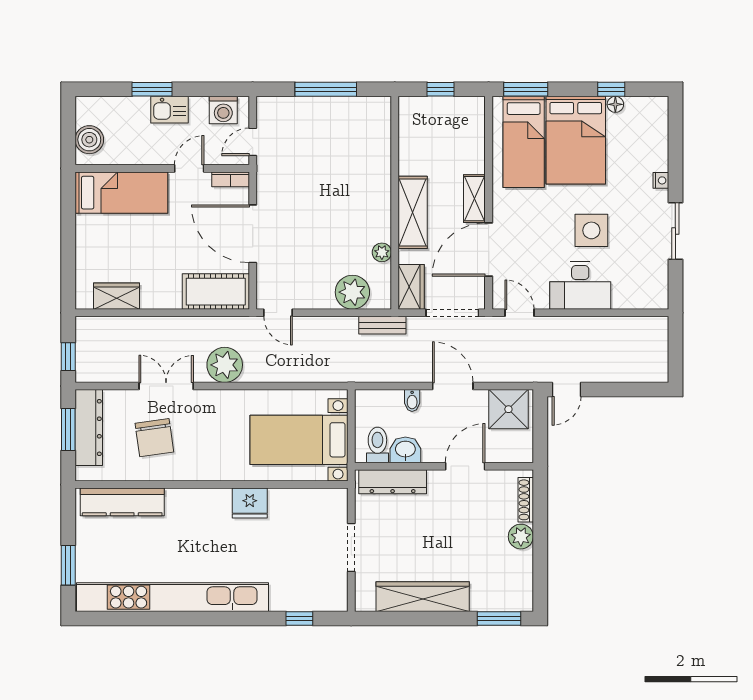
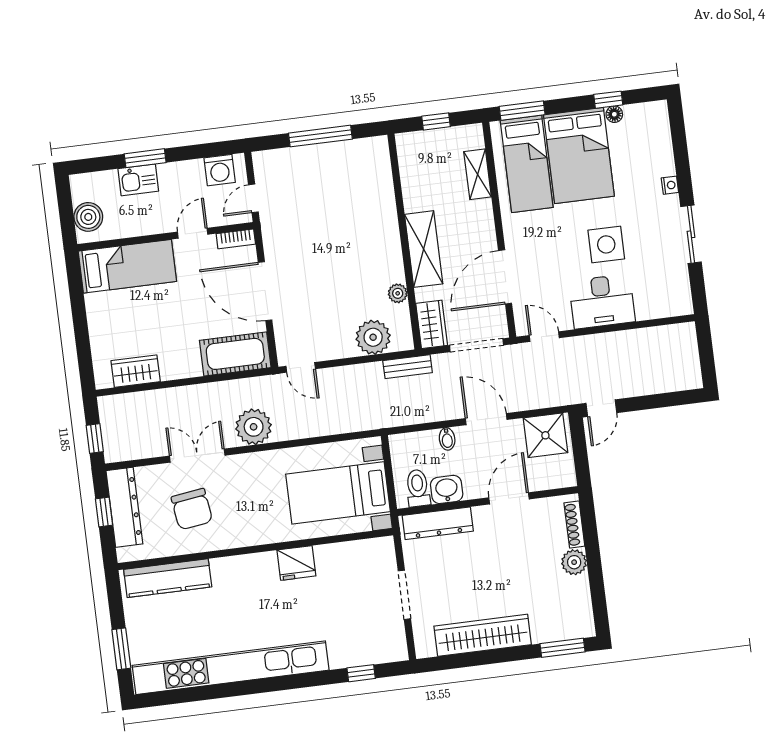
kitchen sink: (170, 110) -> (138, 180), moved
shelving: (474, 199) -> (478, 174), moved
window: (68, 430) -> (104, 512), width x0.67

